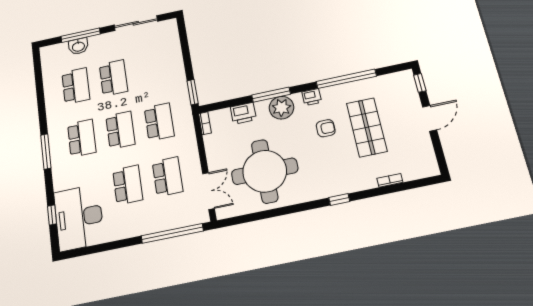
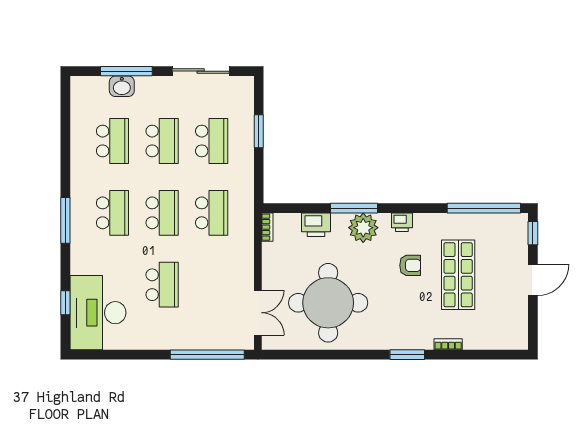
window: (346, 79) -> (484, 208), moved
window: (193, 92) -> (259, 131), moved
school desk: (167, 177) -> (212, 141), moved
bookcase: (390, 180) -> (448, 344), moved
window: (339, 199) -> (407, 355), width x1.50

